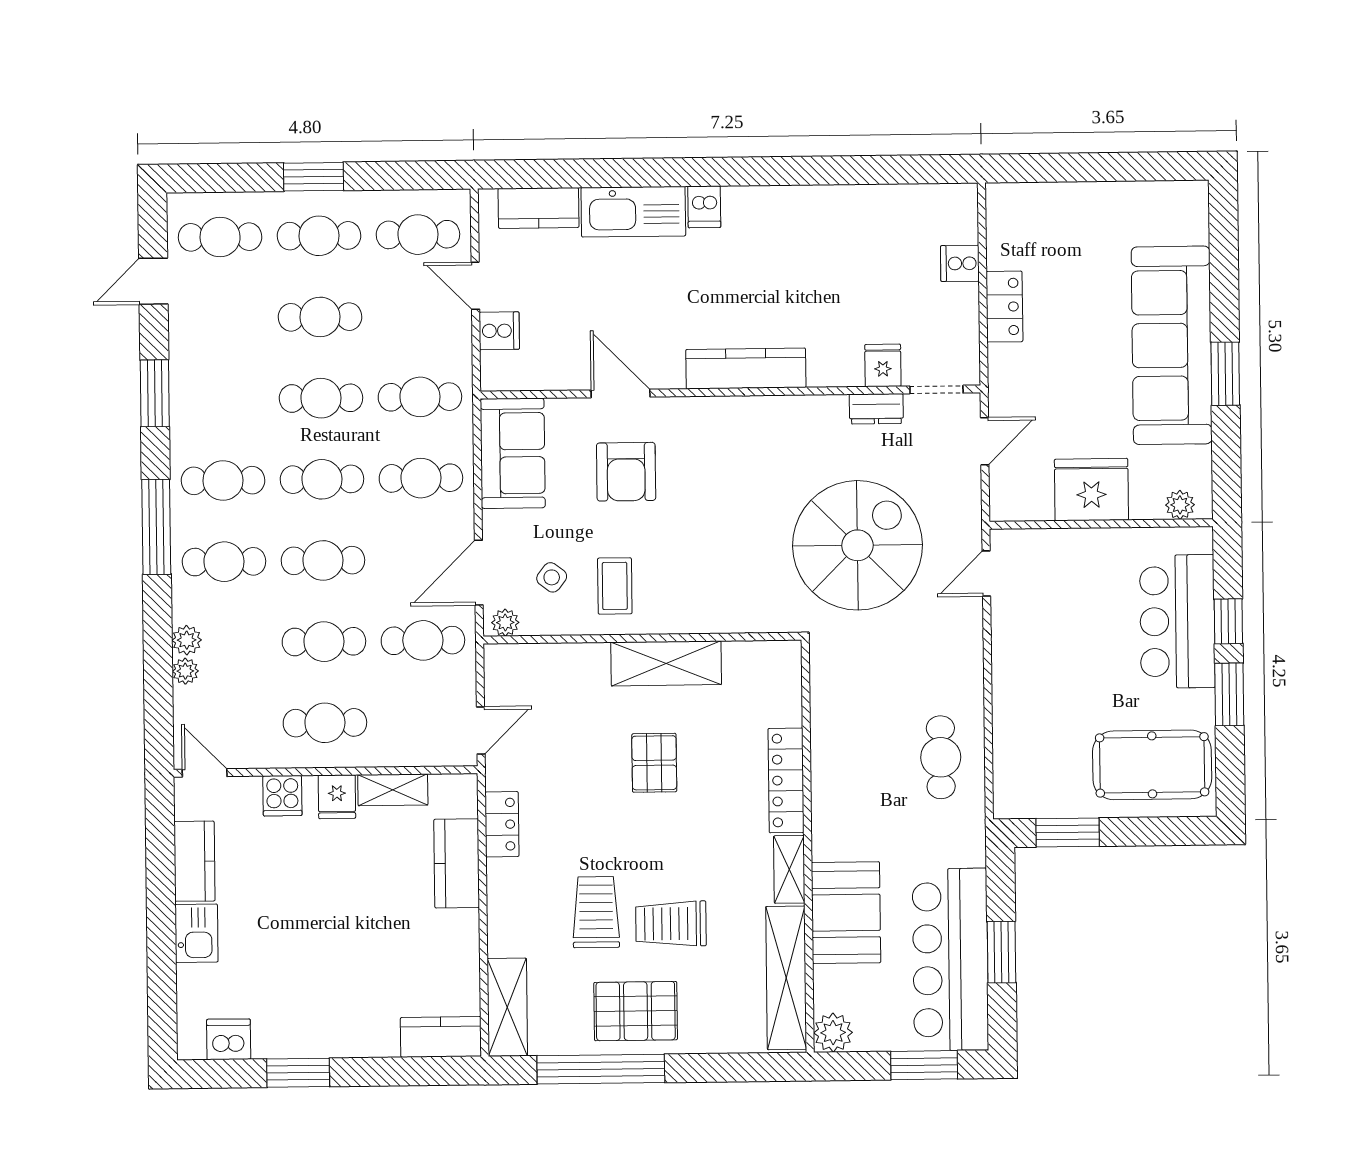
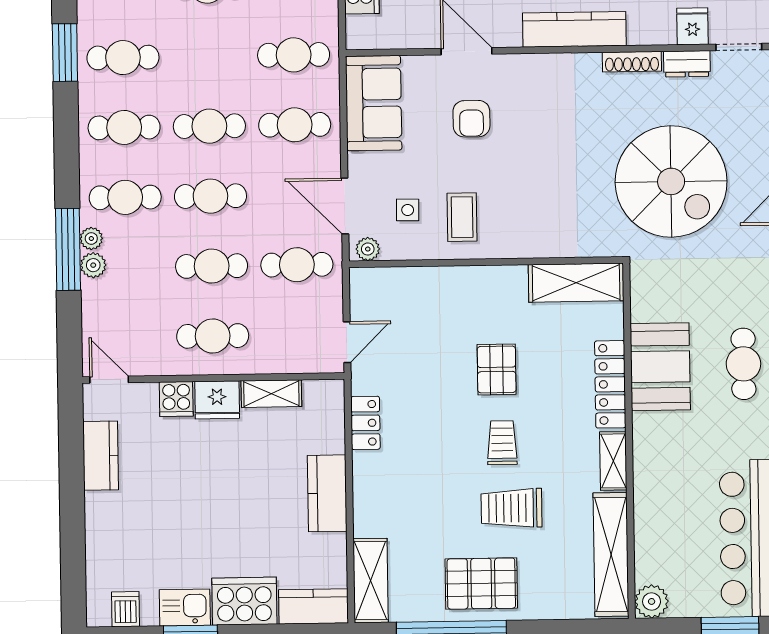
cafe table: (321, 398) -> (123, 58), moved
shoe rack: (812, 406) -> (632, 62), added
armchair: (626, 472) -> (471, 119), width x0.72, depth x0.72
window: (156, 527) -> (68, 249), moved
spiral stairs: (857, 545) -> (671, 181), turned 90
door: (479, 573) -> (345, 206), hinge flipped
side table: (552, 577) -> (408, 210), turned -36
shelving: (666, 663) -> (576, 283), moved
plant: (185, 671) -> (91, 238), moved
fridge: (337, 797) -> (217, 400), width x1.38
kitchen counter: (457, 863) -> (327, 493), moved
trolley: (596, 912) -> (502, 443), moved, width x0.73, depth x0.72
booth: (846, 913) -> (660, 367), moved
kitchen sink: (196, 933) -> (185, 608), moved, turned -90
cooker: (361, 1031) -> (244, 601), added
dishwasher: (229, 1039) -> (125, 609), width x0.73

